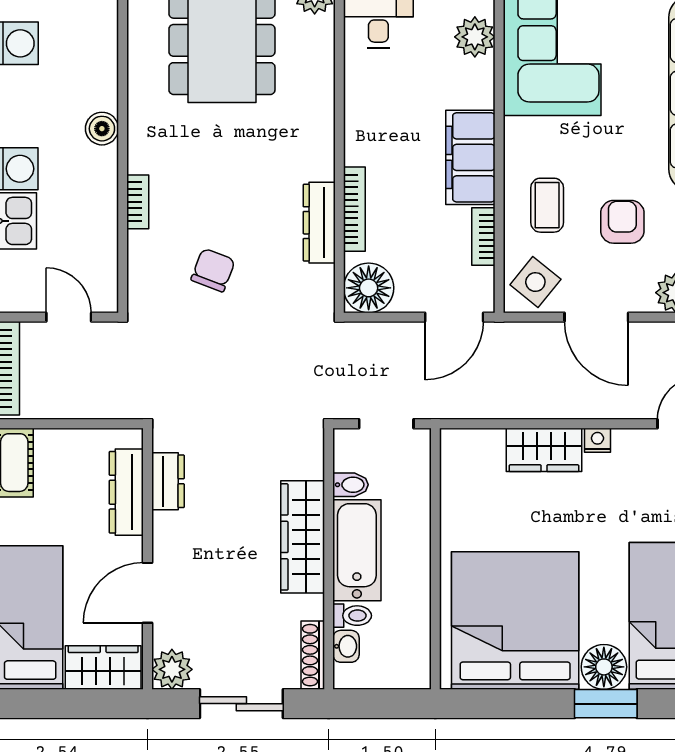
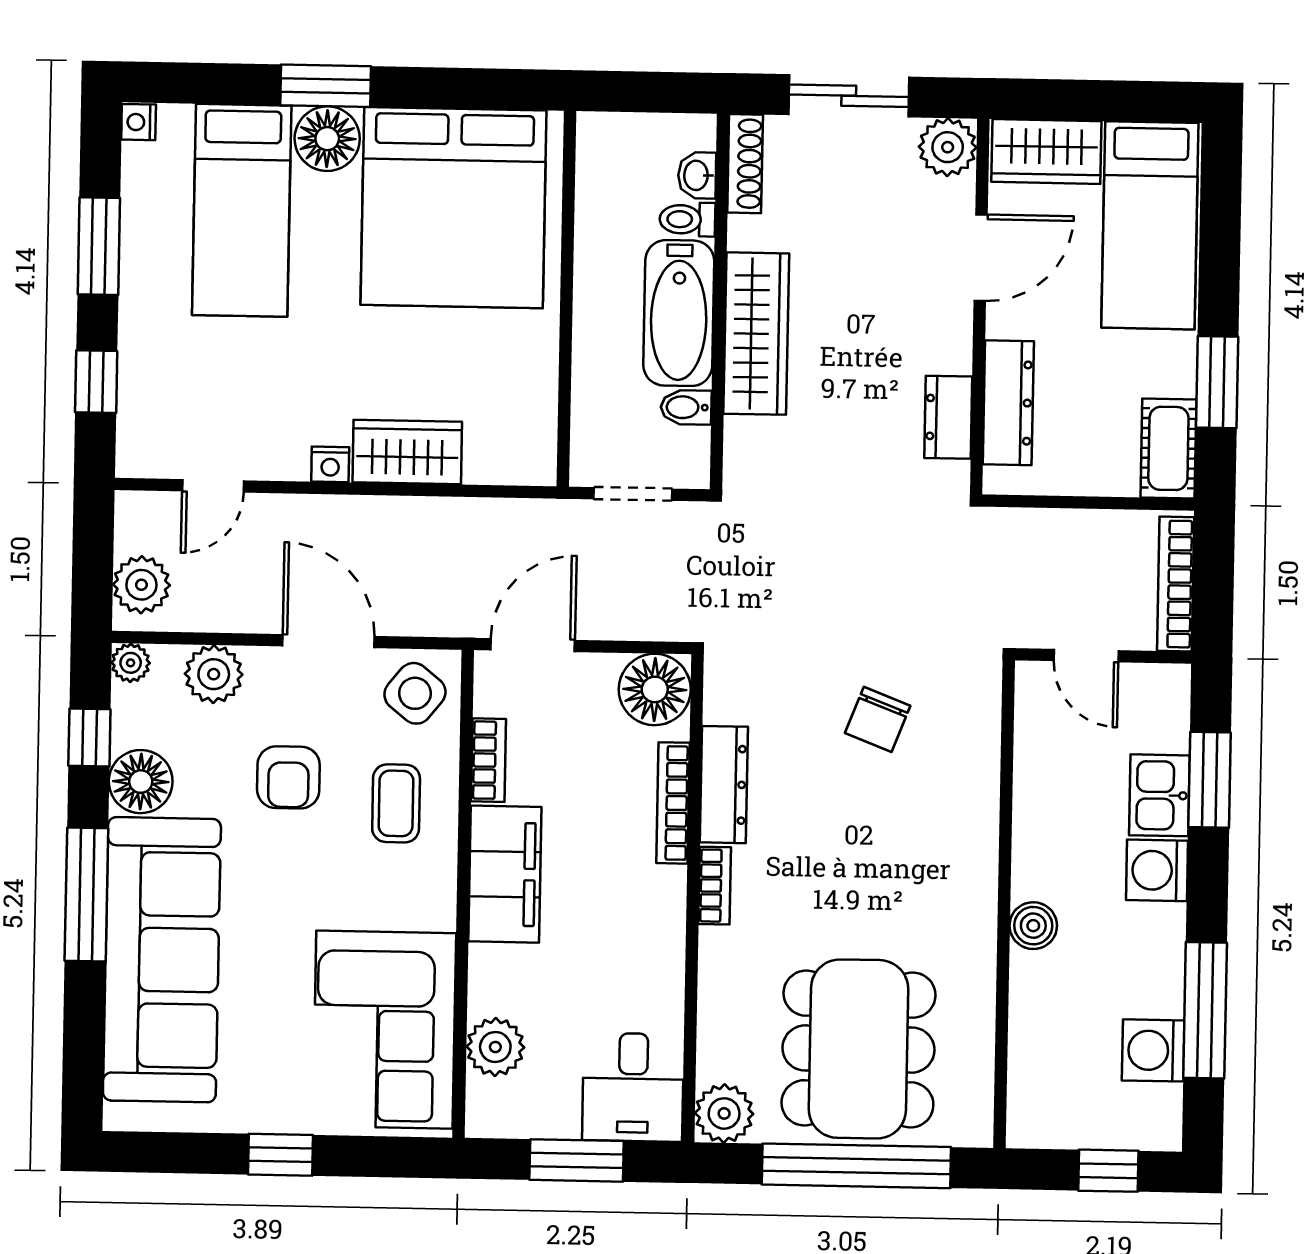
bookcase: (138, 202) -> (715, 886), moved, turned 180

